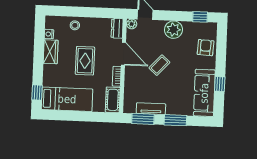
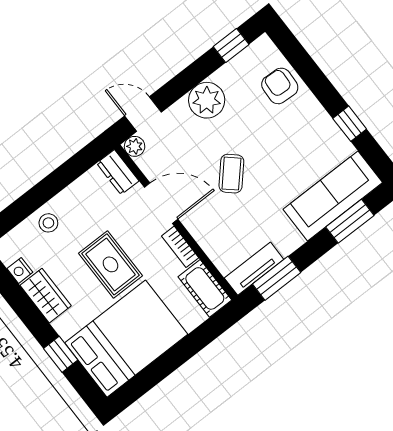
window: (37, 93) -> (61, 354), moved
sofa: (204, 93) -> (333, 196), moved, turned 90
bed: (67, 99) -> (126, 339), width x1.50
tv unit: (151, 109) -> (254, 269), moved
window: (175, 120) -> (350, 221), moved

